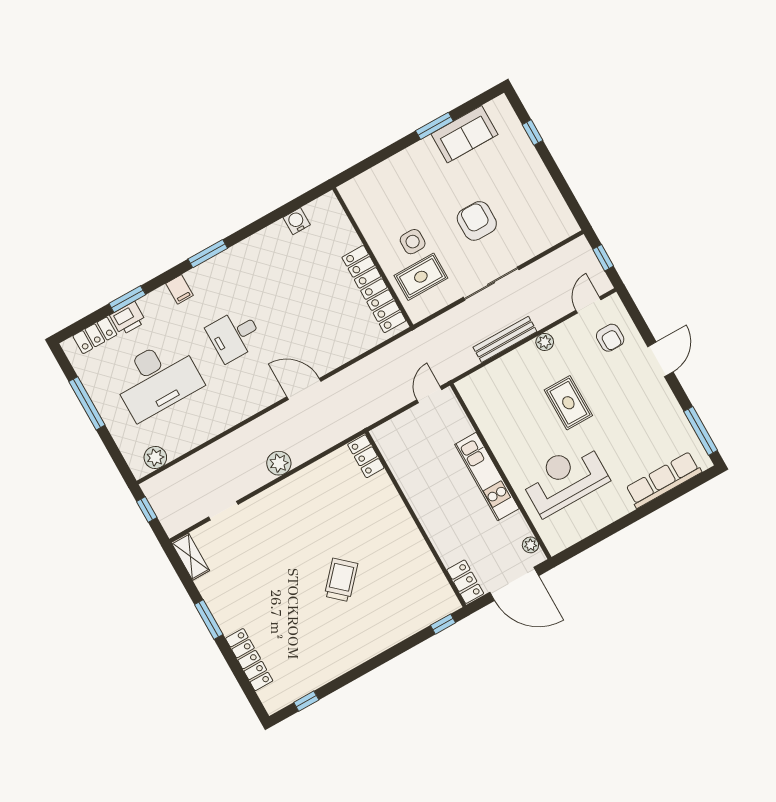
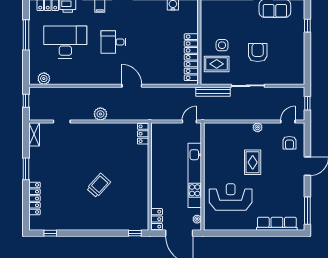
bench: (505, 339) -> (213, 92), moved
desk: (157, 379) -> (65, 42), turned 180
kitchen unit: (487, 477) -> (195, 175), width x1.36

